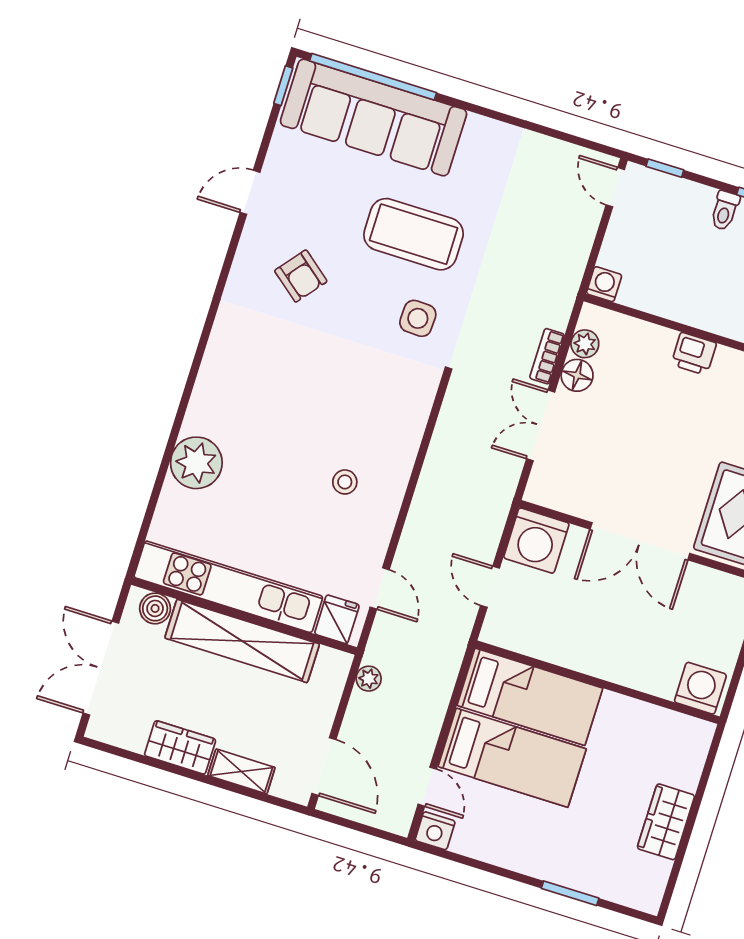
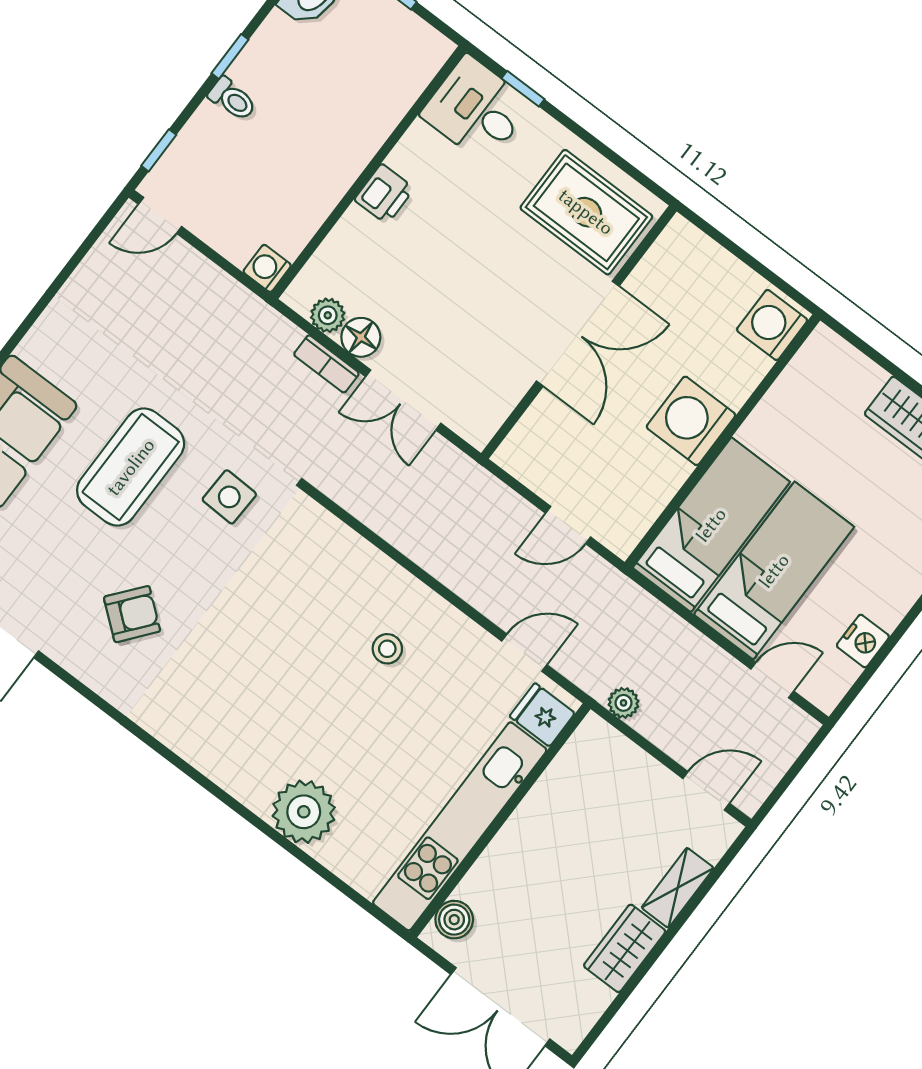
washing machine: (536, 541) -> (691, 421), moved, turned 180
shelving: (242, 641) -> (528, 833), removed
door: (324, 767) -> (706, 791), width x0.73
nightstand: (435, 831) -> (863, 641), moved

